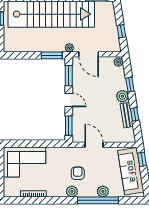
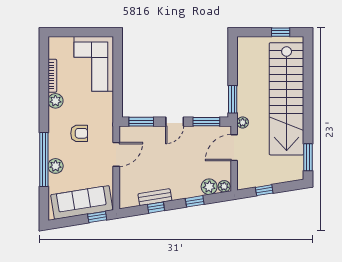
plant: (122, 96) -> (209, 187), moved
plant: (72, 191) -> (55, 101), moved

